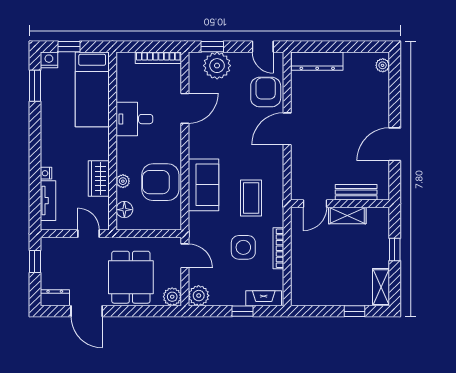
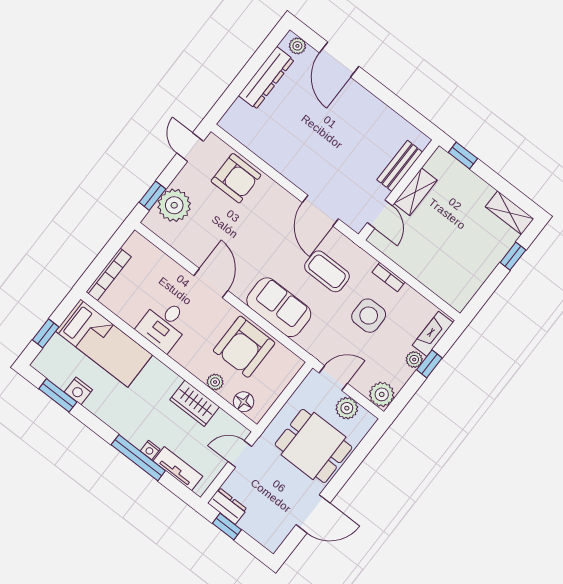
door: (263, 47) -> (190, 147), swing flipped
bookcase: (158, 58) -> (109, 274), moved
nightstand: (49, 60) -> (78, 391), moved, turned -90
dresser: (317, 61) -> (266, 78), moved
armchair: (266, 92) -> (236, 178), turned 180
door: (185, 108) -> (211, 283), moved
door: (287, 129) -> (320, 211), moved
door: (395, 144) -> (339, 59), moved
window: (35, 169) -> (138, 458), added
bookcase: (278, 248) -> (389, 277), width x0.64
window: (395, 250) -> (463, 156), moved
plant: (172, 297) -> (347, 408), moved
dresser: (55, 298) -> (227, 506), moved, turned 90
plant: (238, 299) -> (414, 360), added

